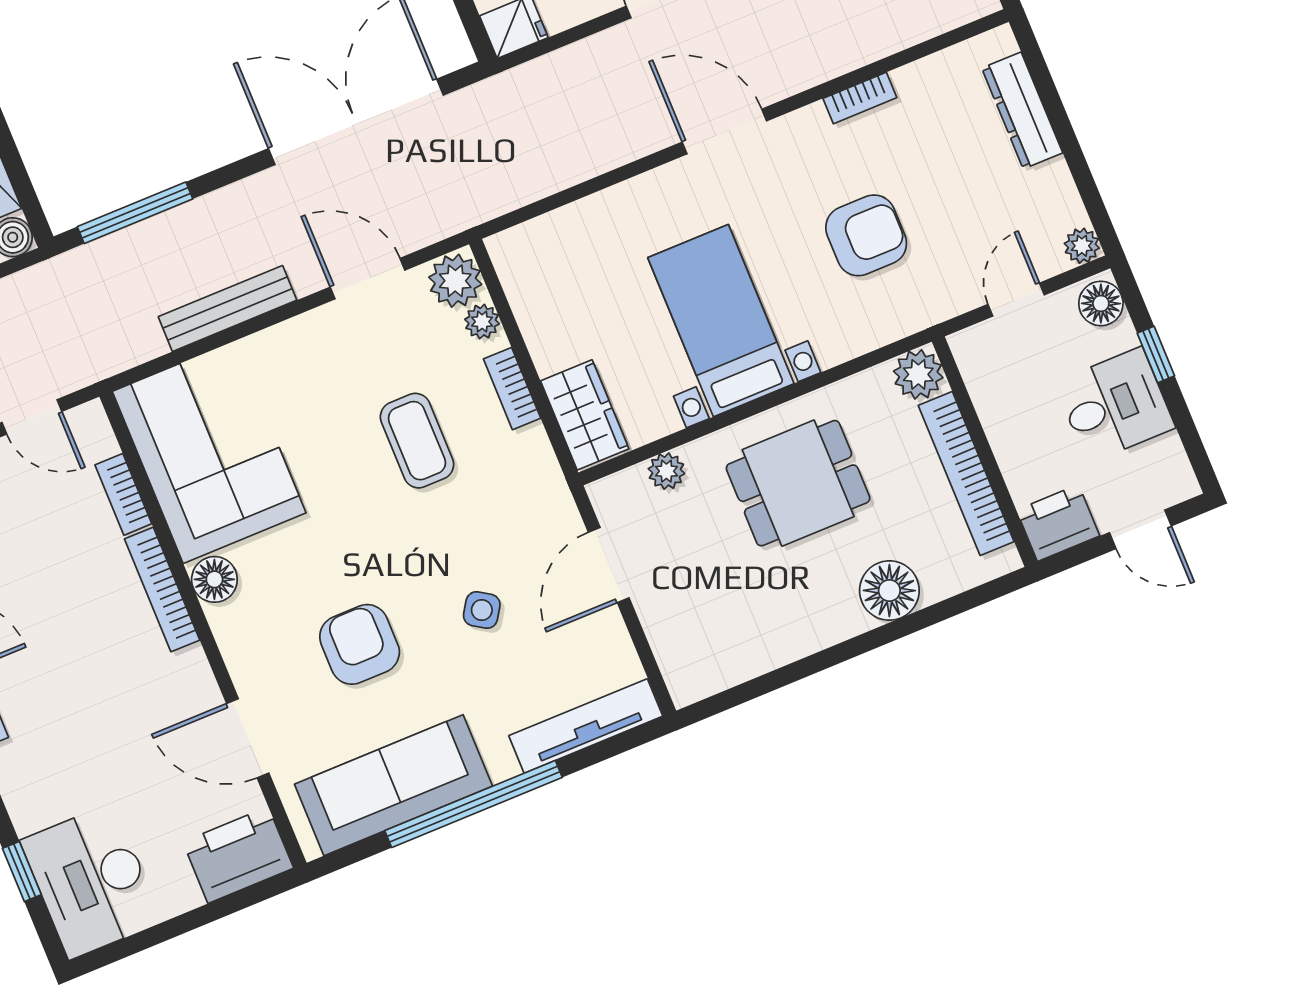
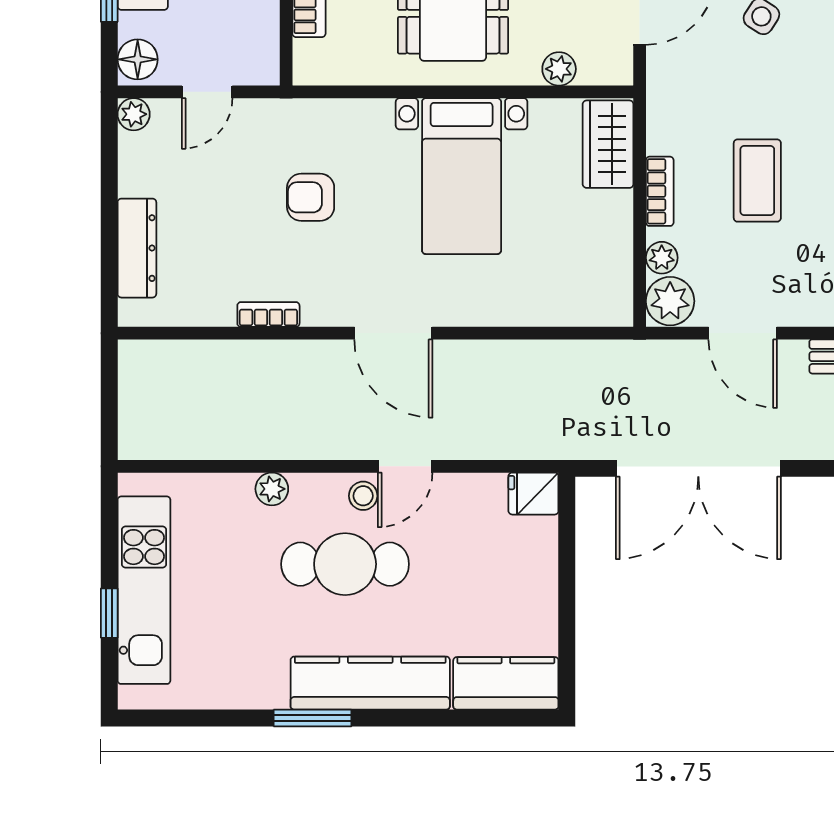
armchair: (866, 235) -> (311, 197), width x0.72, depth x0.72
plant: (918, 374) -> (315, 63), removed

